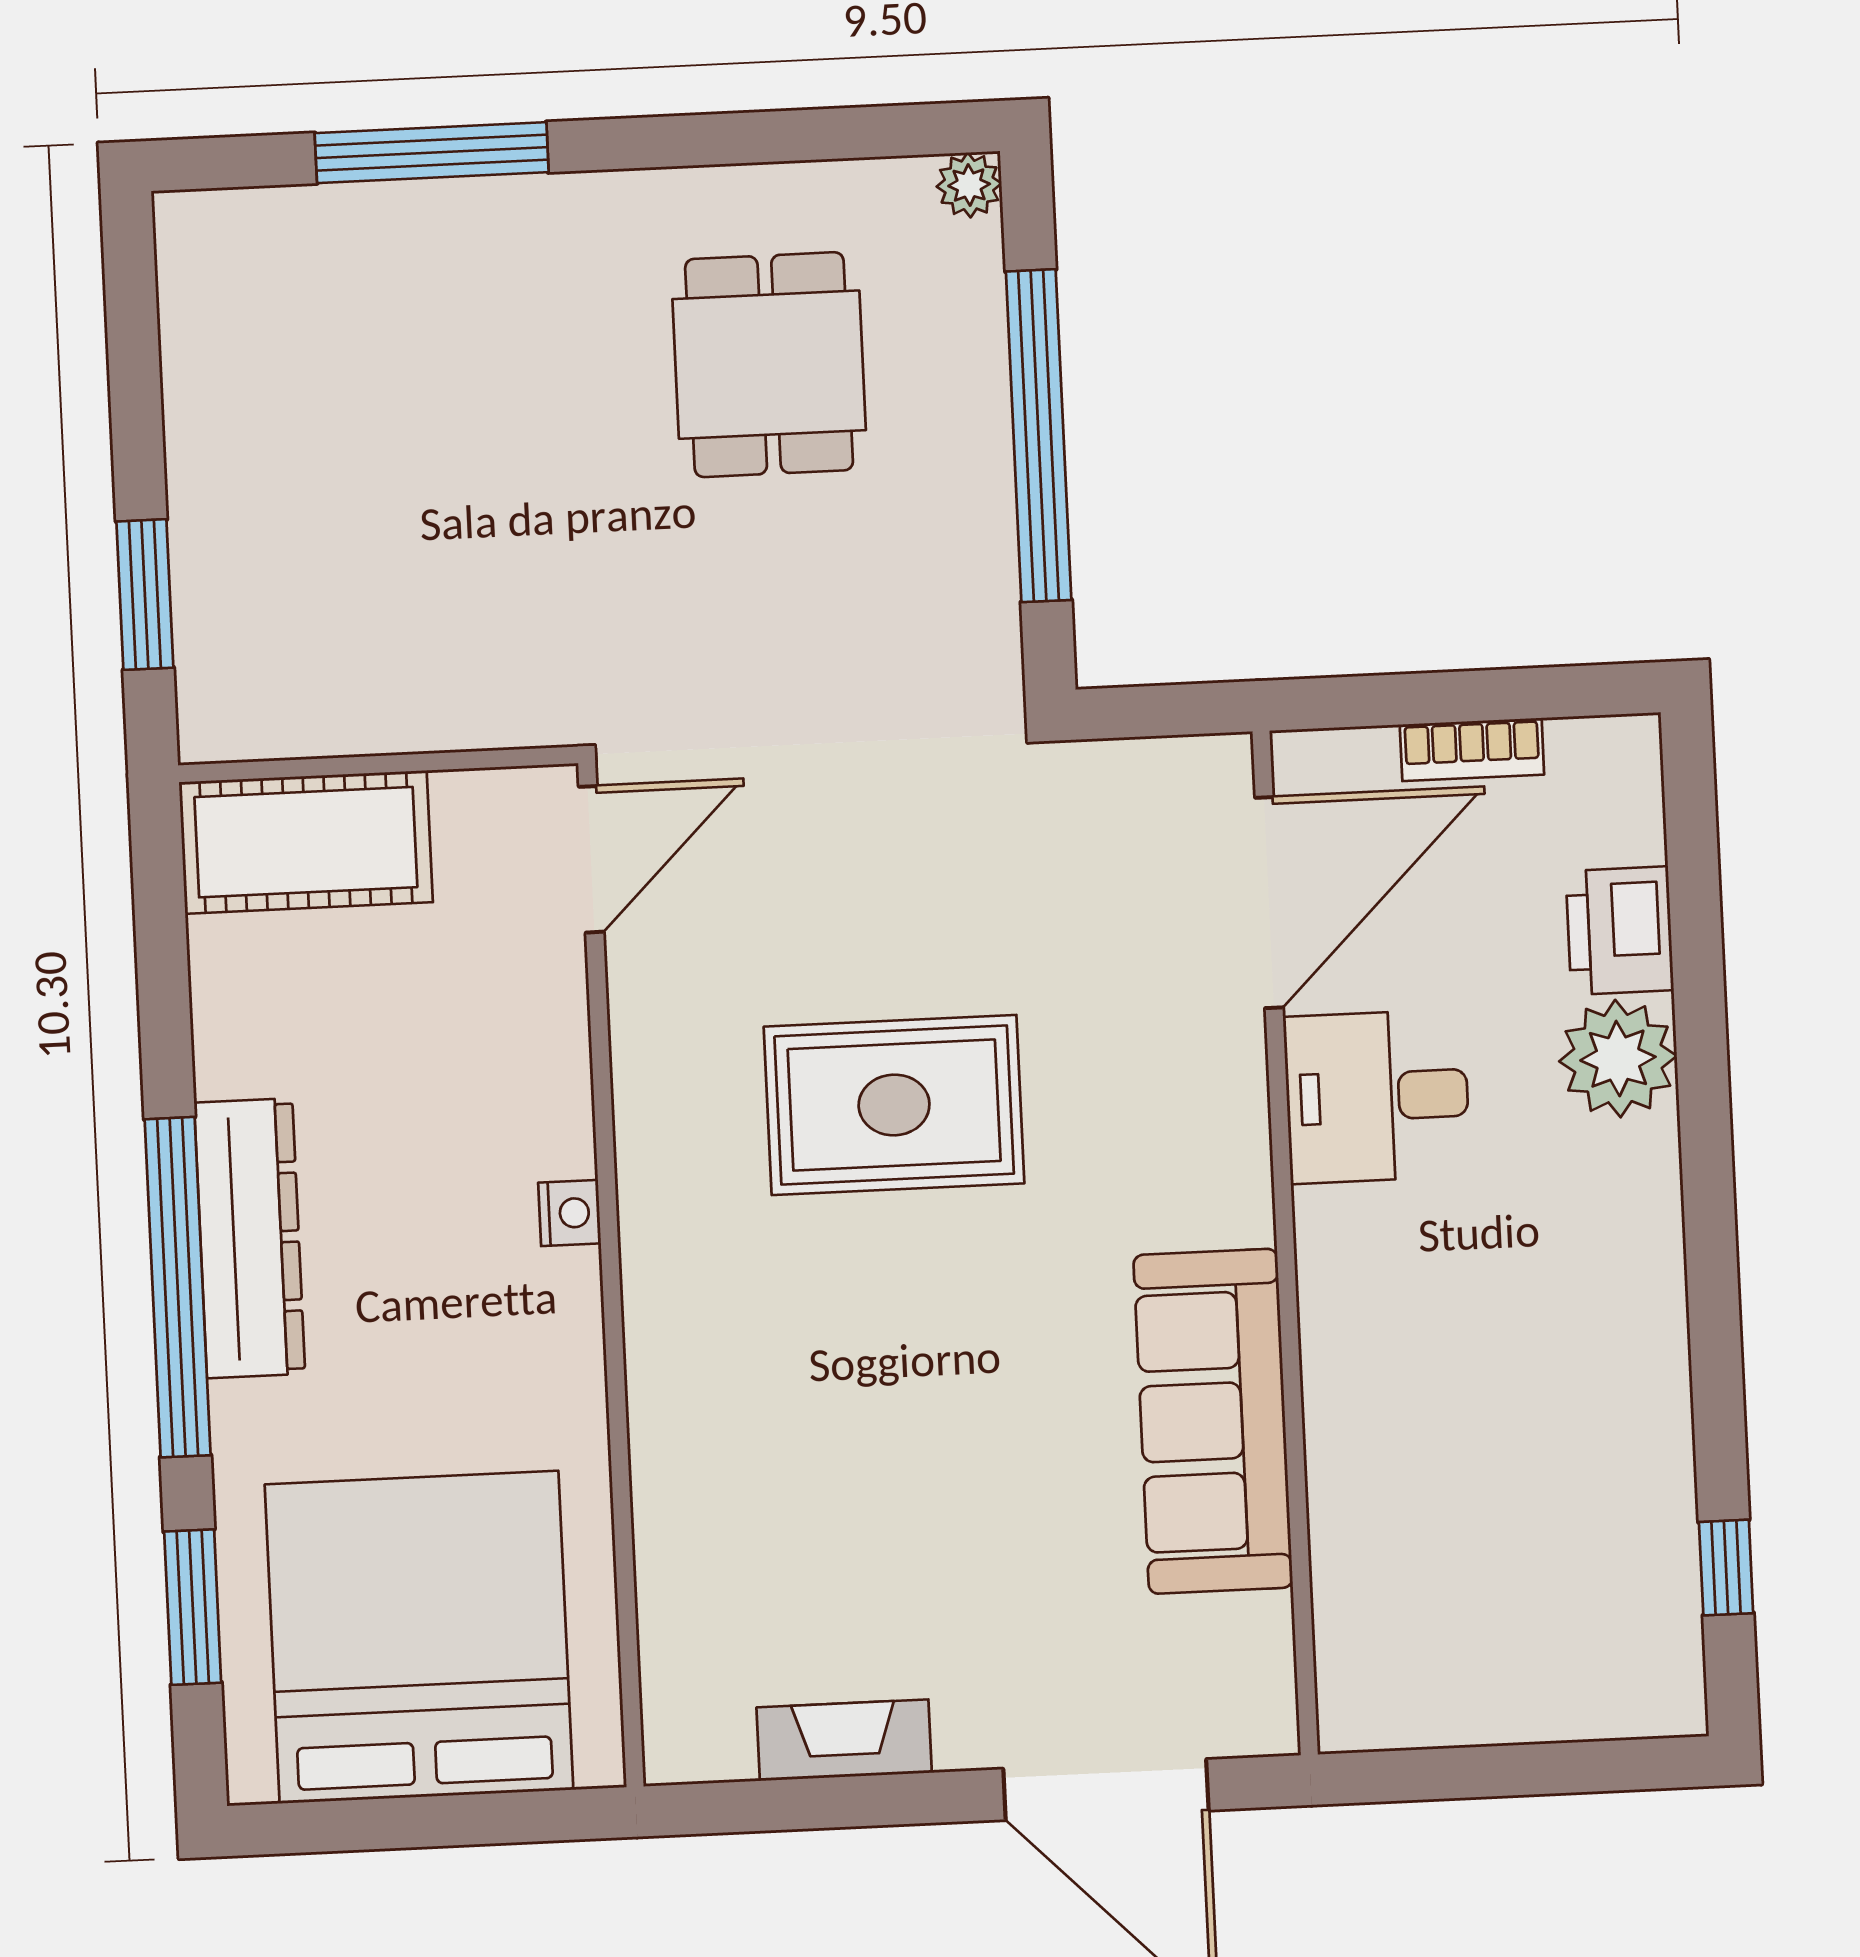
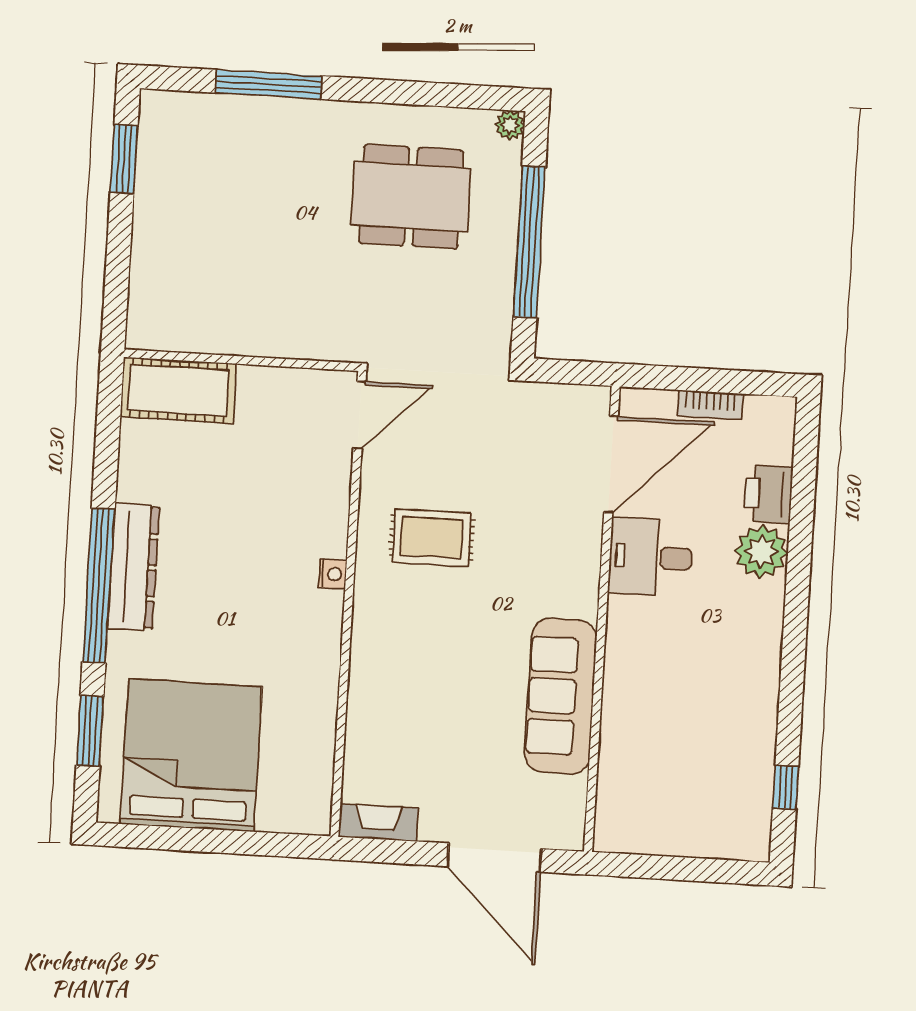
dining table: (769, 365) -> (411, 197), width x1.38
window: (145, 595) -> (124, 159), moved
door: (591, 859) -> (359, 415), moved
rug: (894, 1105) -> (432, 538), width x0.73, depth x0.70
nightstand: (570, 1213) -> (333, 574), moved
wall: (611, 1275) -> (348, 604), moved

